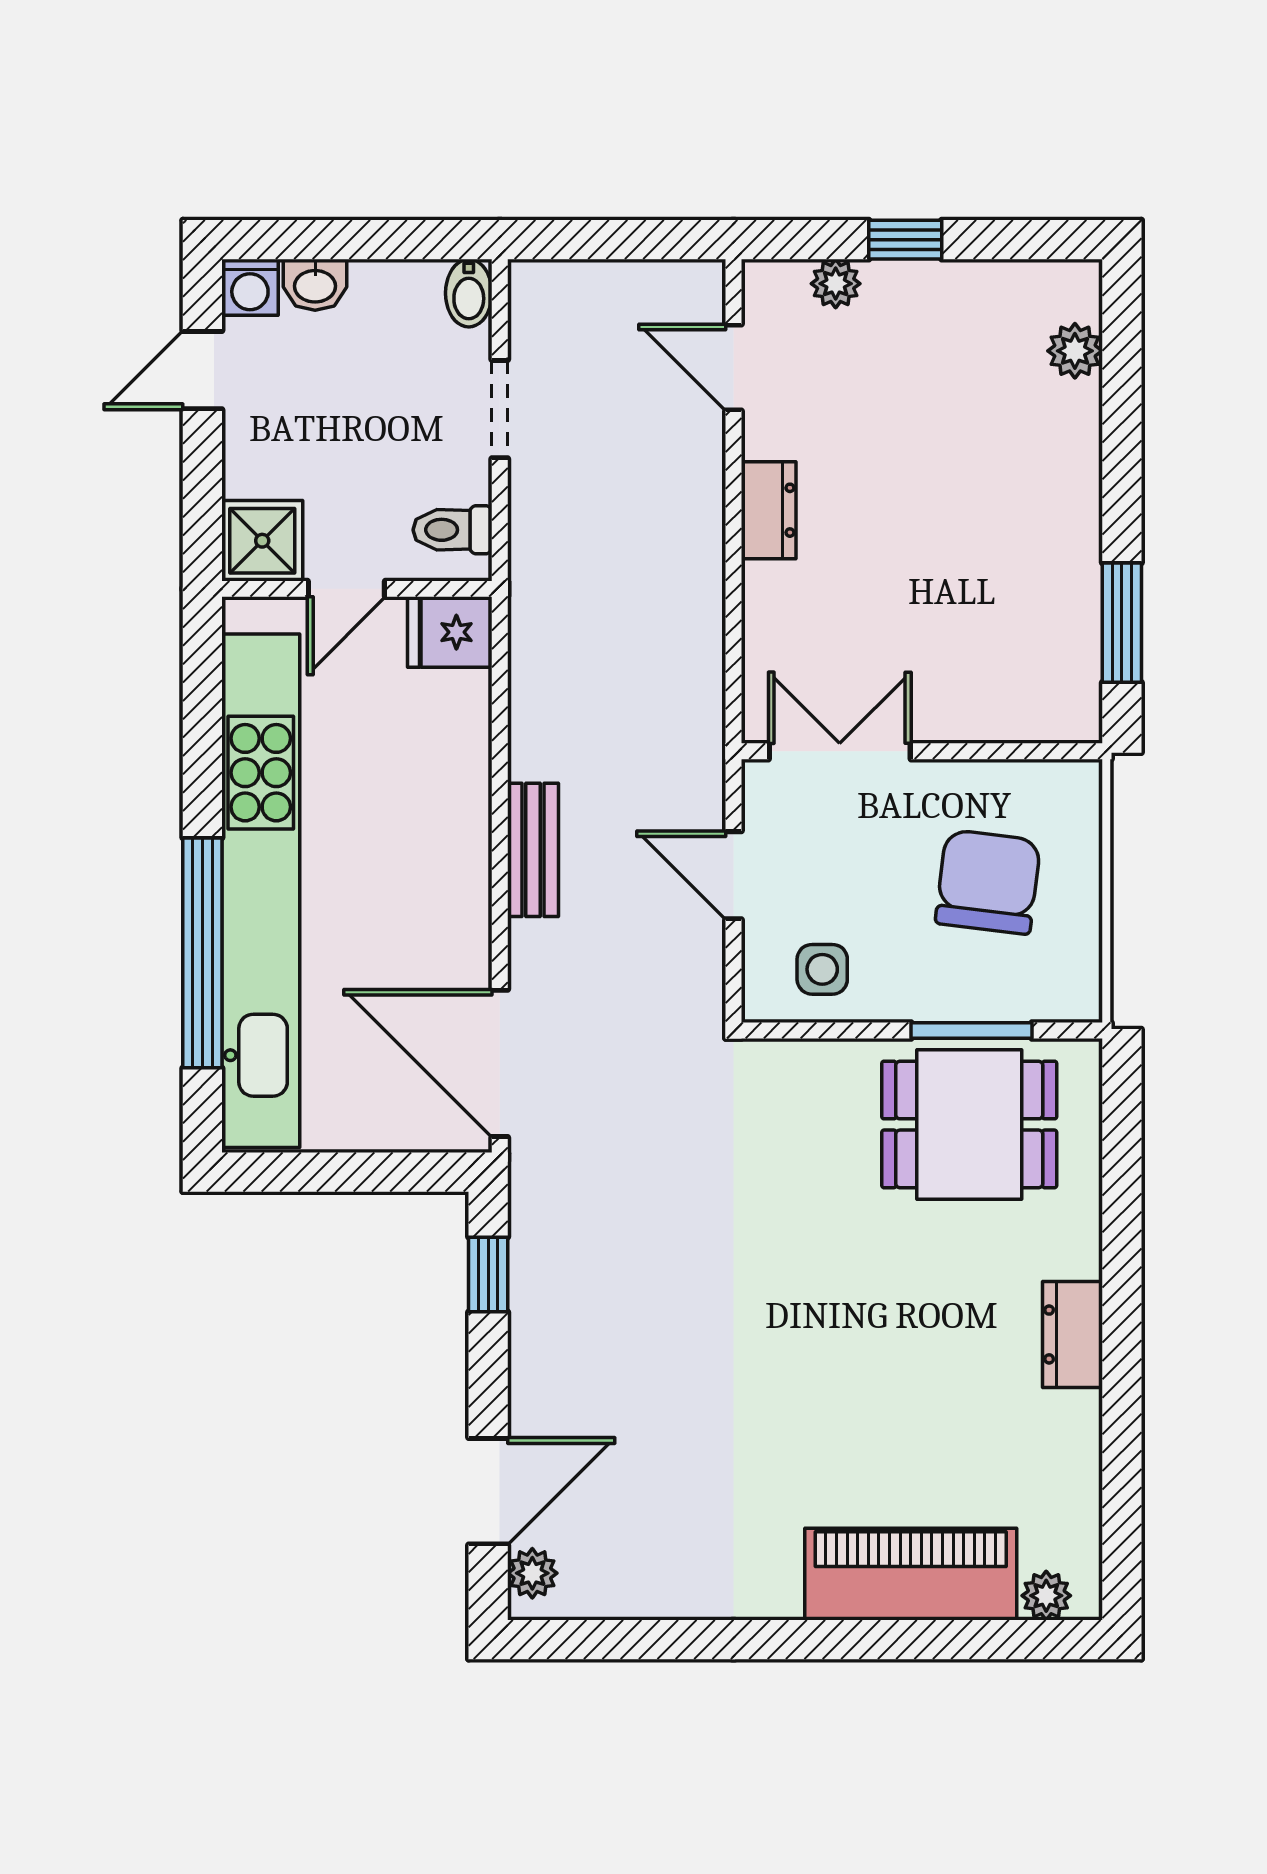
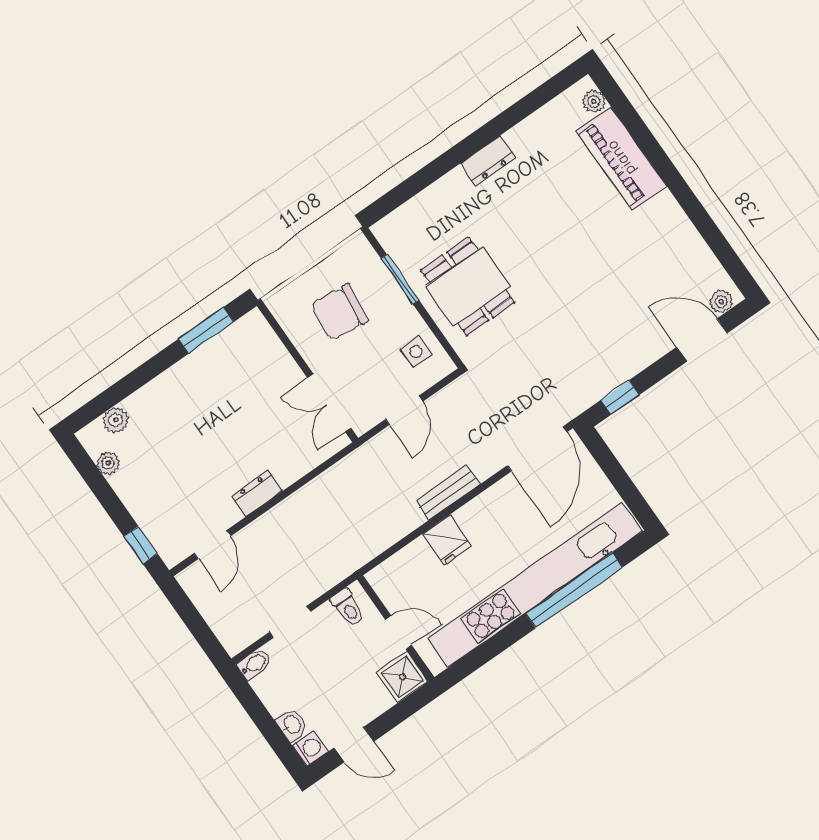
window: (905, 240) -> (141, 545), moved
plant: (836, 284) -> (108, 463), moved
fridge: (450, 632) -> (447, 540), moved
dining table: (969, 1124) -> (468, 286), moved

